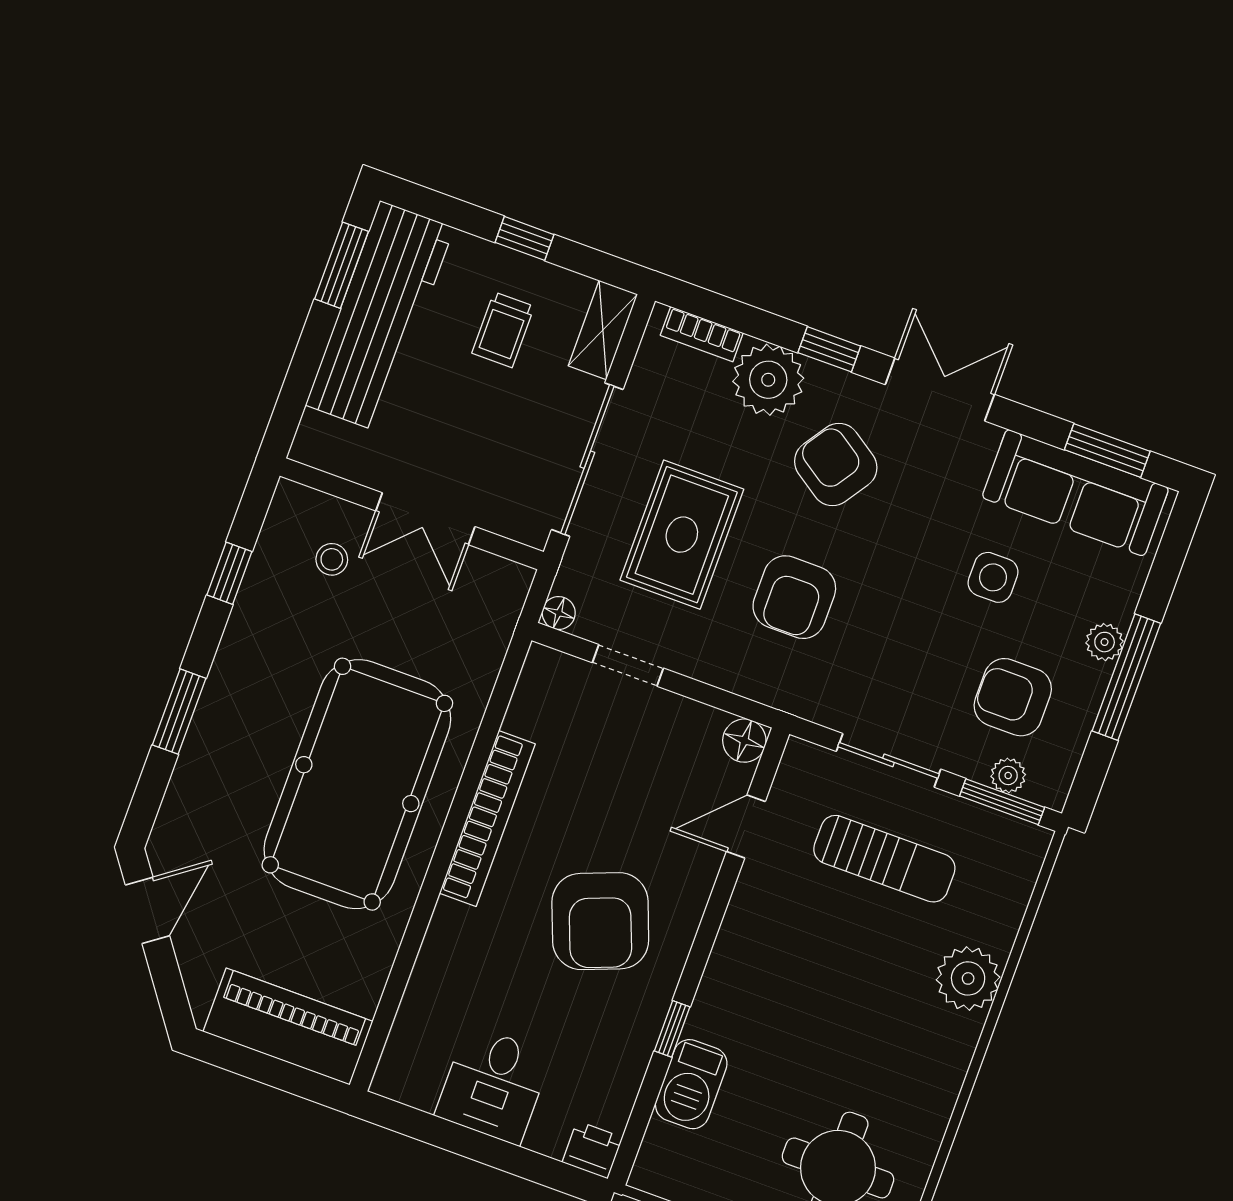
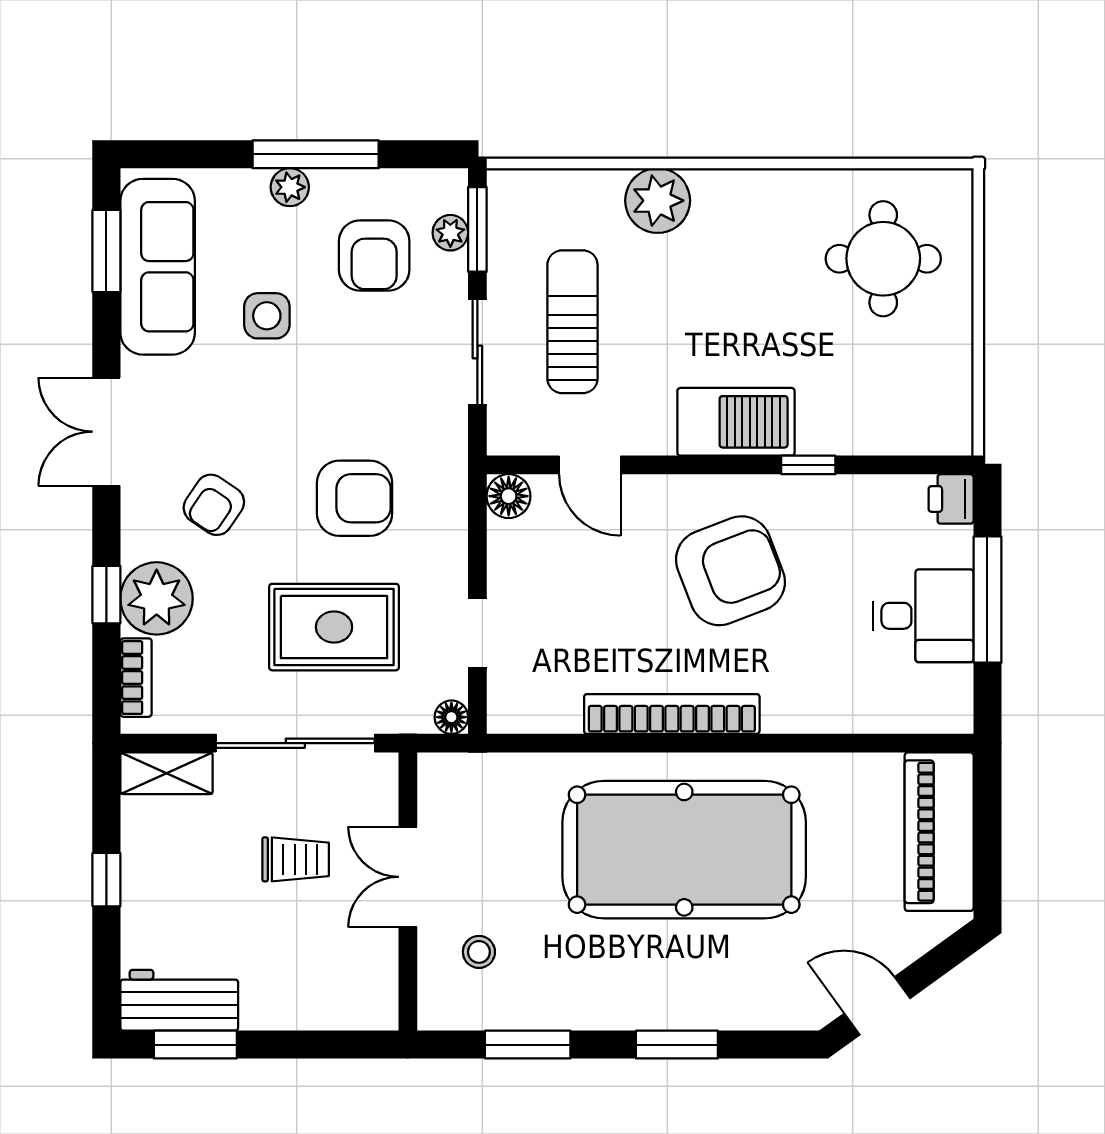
workbench: (380, 316) -> (179, 1000), width x0.53, depth x0.76
trolley: (503, 330) -> (296, 859), moved
window: (829, 349) -> (106, 595), moved
armchair: (836, 464) -> (214, 505), width x0.72, depth x0.72
double door: (425, 519) -> (408, 877), swing flipped
window: (229, 573) -> (528, 1045), width x1.50
barbecue: (691, 1084) -> (736, 422), moved, width x1.37, depth x1.21
window: (487, 1150) -> (987, 600), added

